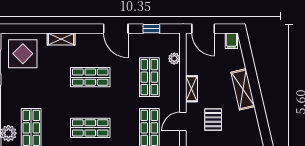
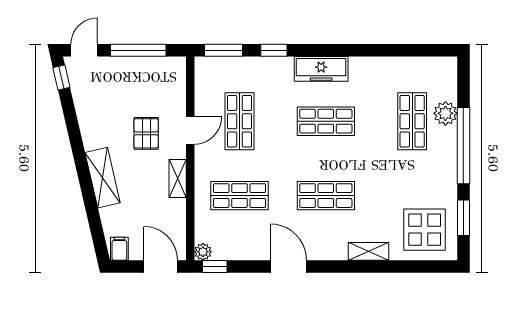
window: (151, 29) -> (215, 266), moved
plant: (174, 59) -> (203, 252), moved
shop shelf: (149, 77) -> (239, 196), turned 90

